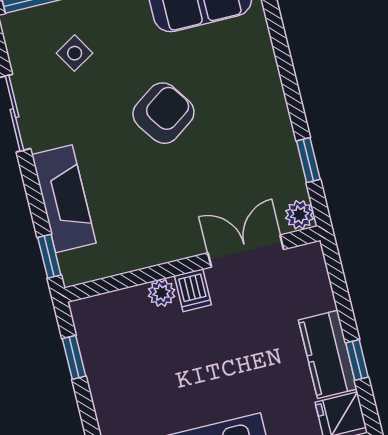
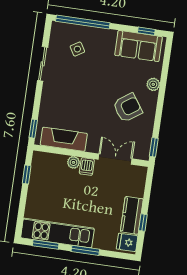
armchair: (163, 113) -> (128, 108), moved
window: (308, 160) -> (154, 147), moved
fireplace: (64, 199) -> (64, 139), moved, turned -90
plant: (300, 215) -> (153, 84), moved

